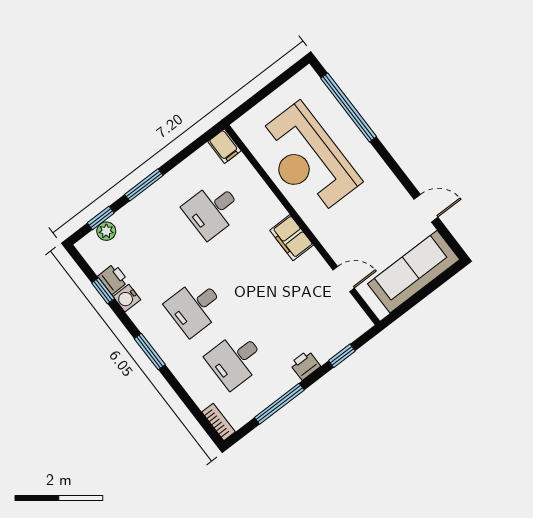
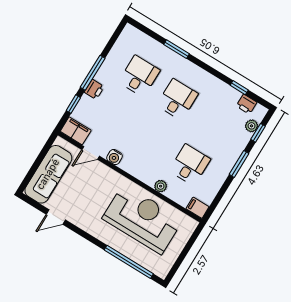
plant: (264, 196) -> (161, 186), added
filing cabinet: (292, 238) -> (76, 131), moved
printer: (113, 279) -> (247, 104), moved
water cooler: (127, 298) -> (115, 157), moved, turned 180
window: (150, 352) -> (177, 49), moved
window: (279, 404) -> (93, 73), moved
bookcase: (218, 422) -> (135, 33), removed

